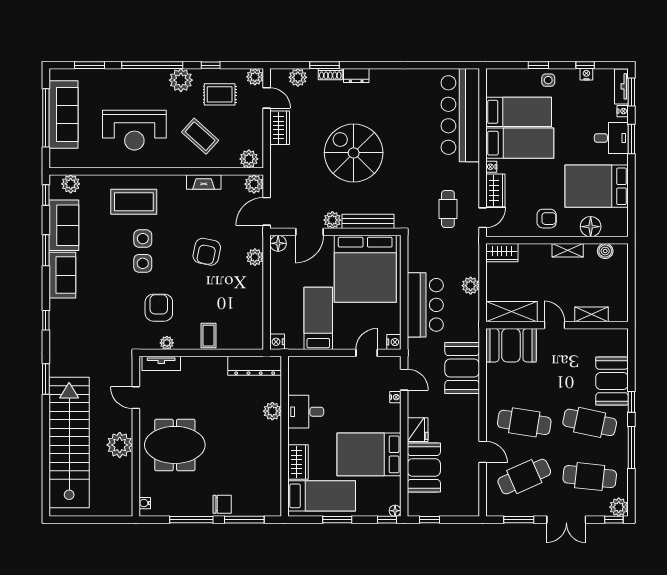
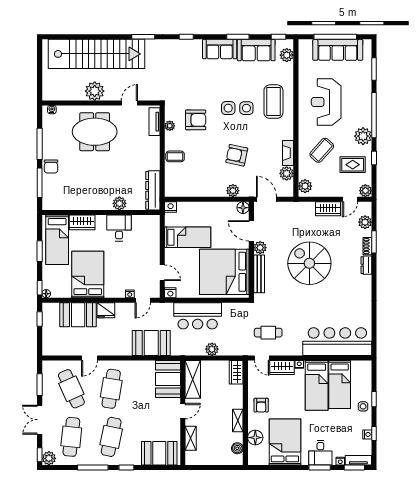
rug: (220, 94) -> (353, 165), turned 90
spiral stairs: (354, 153) -> (309, 263), turned -90
plant: (254, 184) -> (287, 173), moved
booth: (612, 381) -> (159, 453), moved
meeting table: (175, 445) -> (95, 132), turned 90

